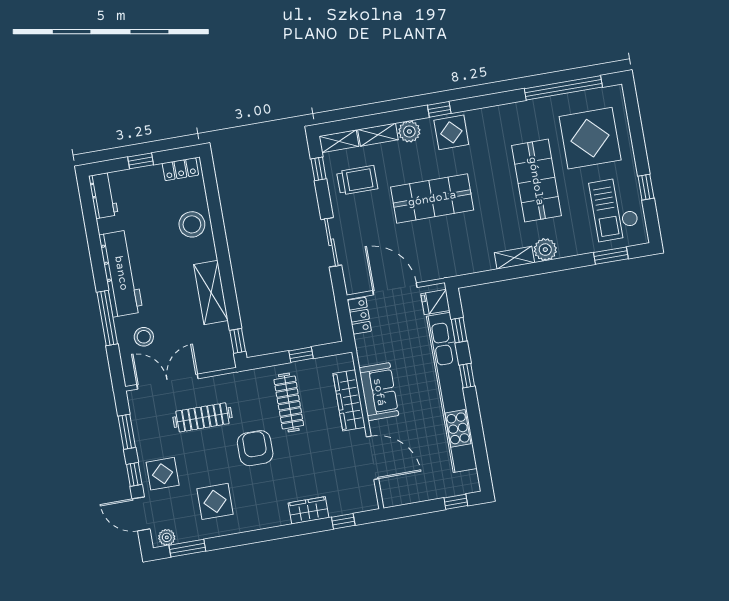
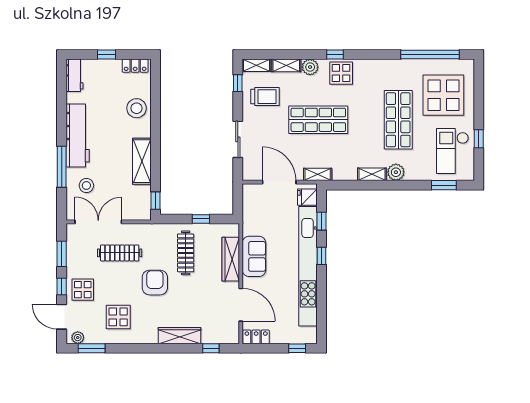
shelving: (443, 270) -> (318, 174), added
locker: (359, 316) -> (256, 337), moved, turned -90
wardrobe: (309, 510) -> (179, 336), width x1.50

